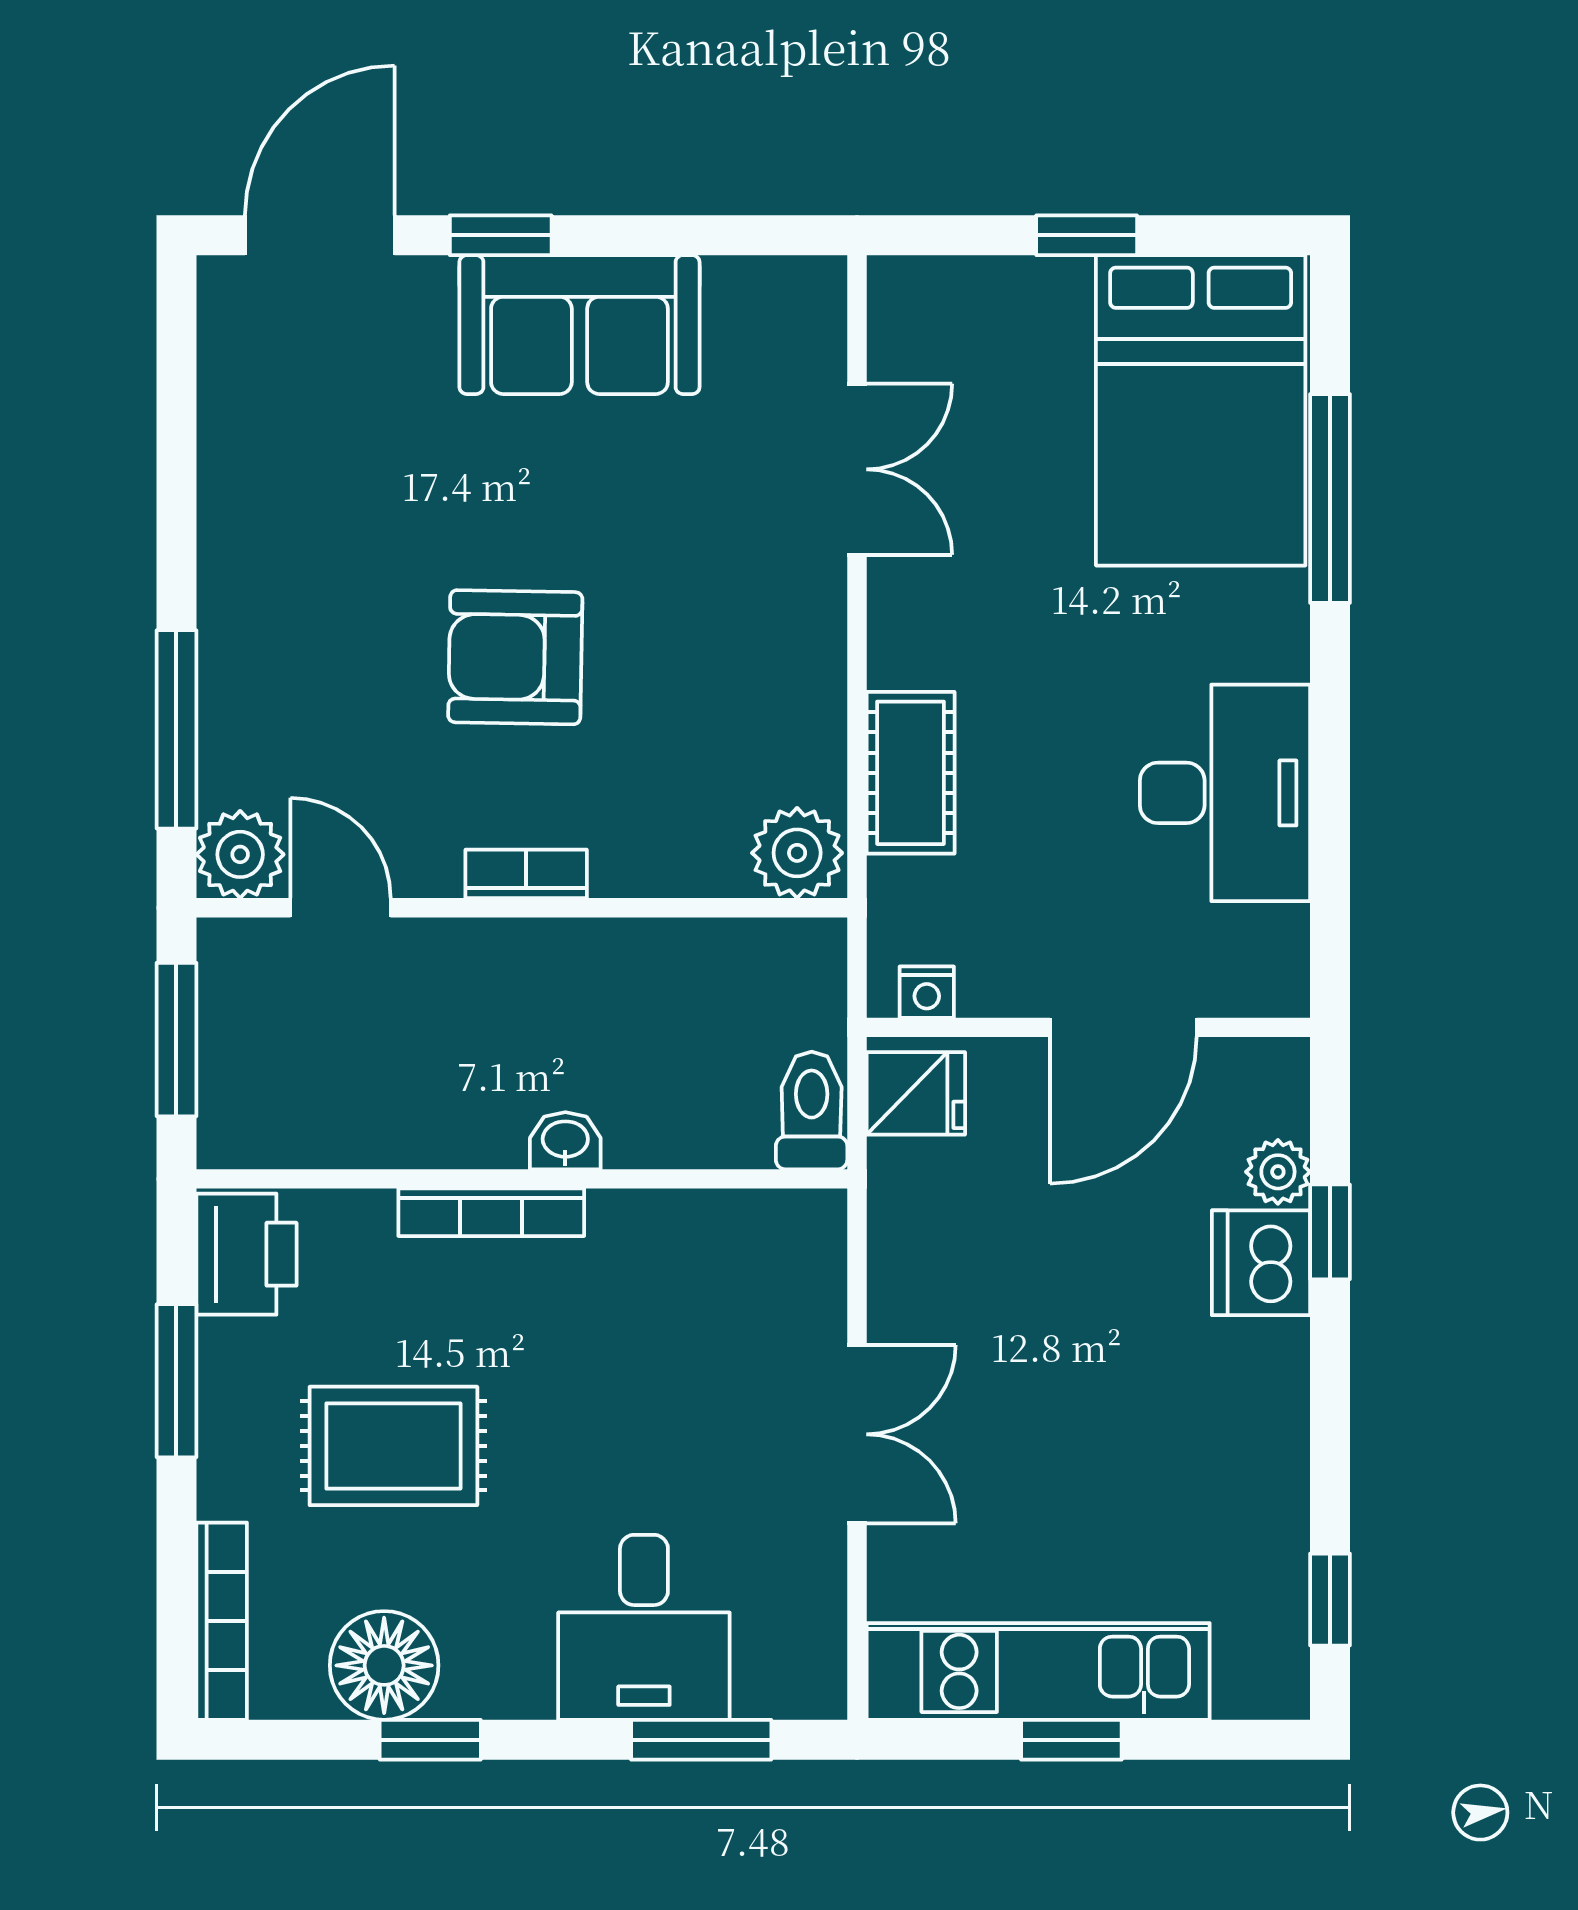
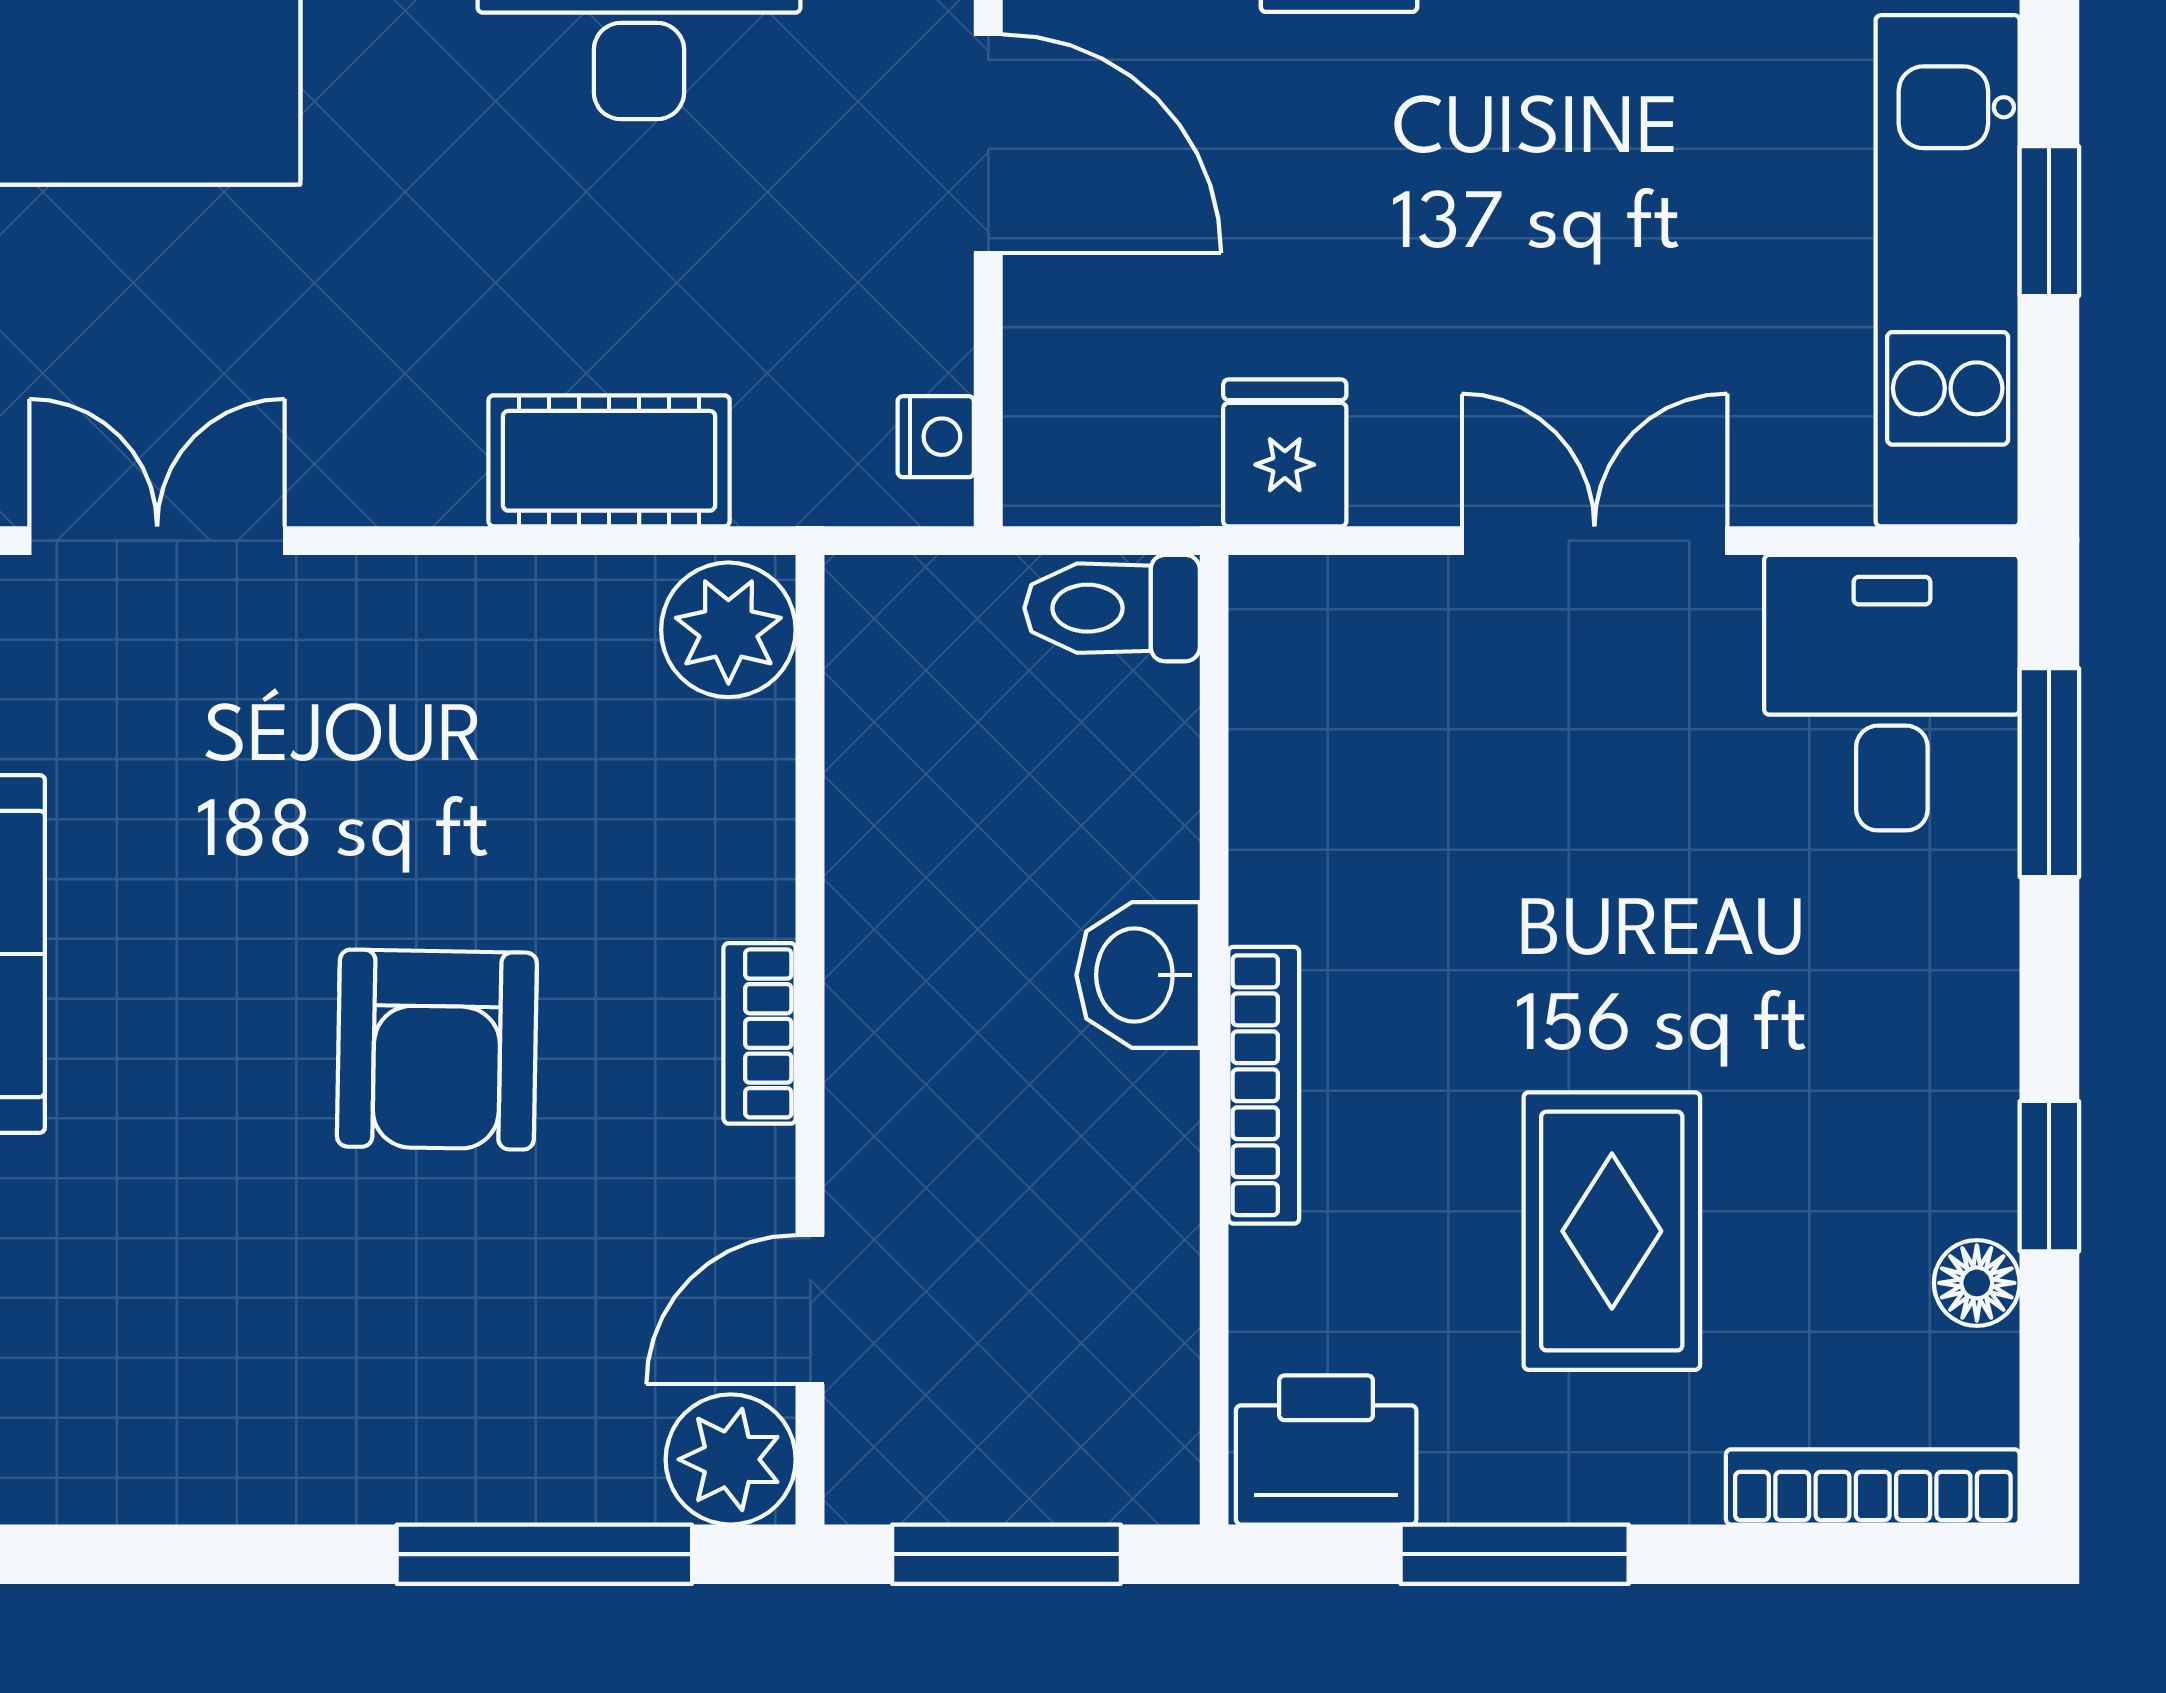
fridge: (916, 1093) -> (1285, 453), moved
washbasin: (565, 1141) -> (1138, 975), width x1.38, depth x1.45
desk: (644, 1627) -> (1892, 693), moved, turned -90
floor lamp: (384, 1665) -> (1977, 1283), width x0.53, depth x0.53

